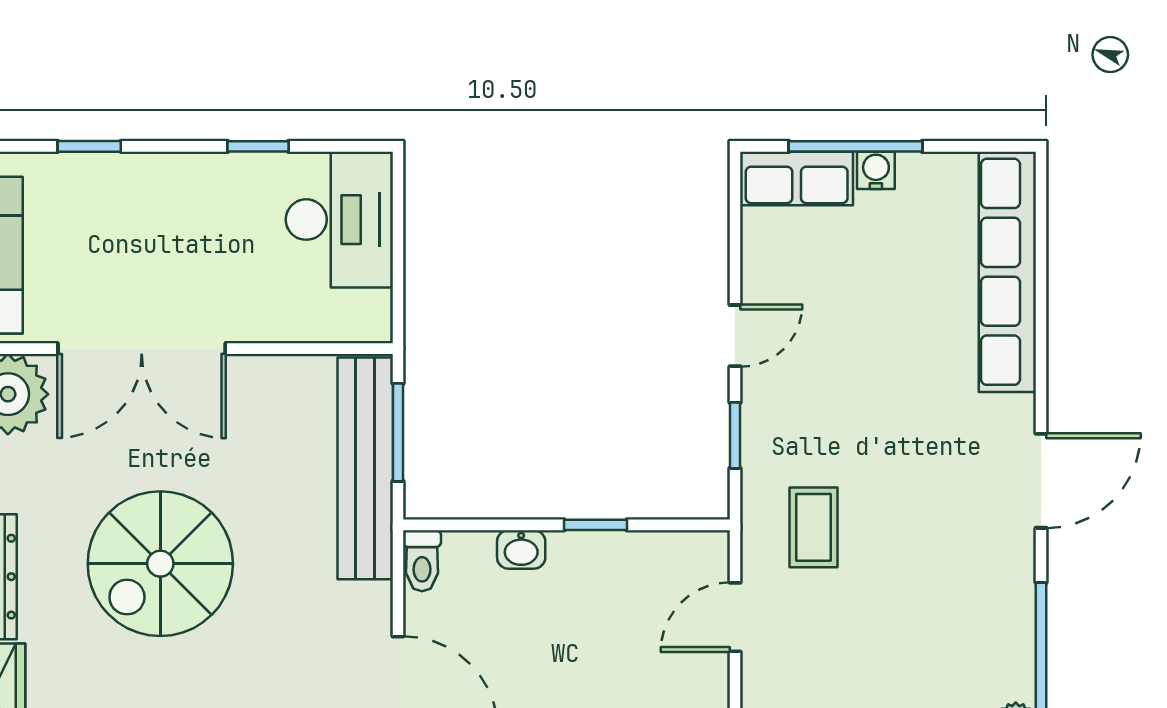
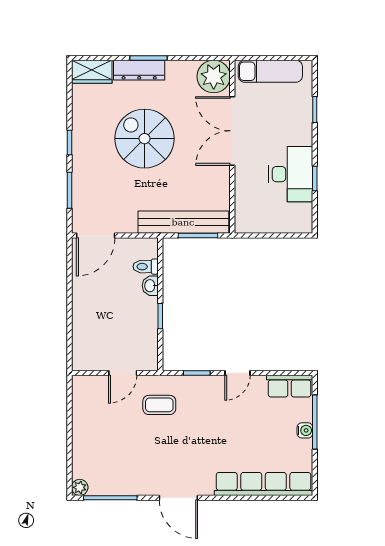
row of seats: (797, 179) -> (290, 386), moved, turned -90
desk: (339, 220) -> (291, 174), moved, turned -90
door: (735, 336) -> (237, 373), hinge flipped
toilet: (422, 561) -> (146, 267), moved
door: (735, 617) -> (123, 373), swing flipped

